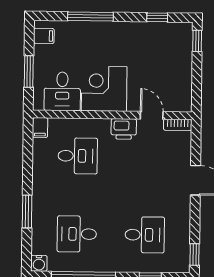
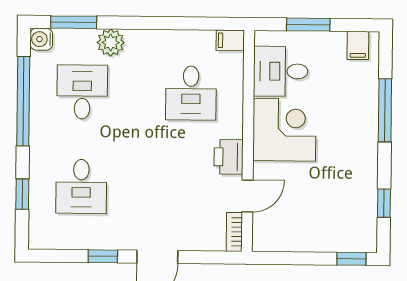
window: (27, 211) -> (74, 22), moved
plant: (41, 213) -> (111, 43), added
window: (194, 254) -> (103, 256), moved

